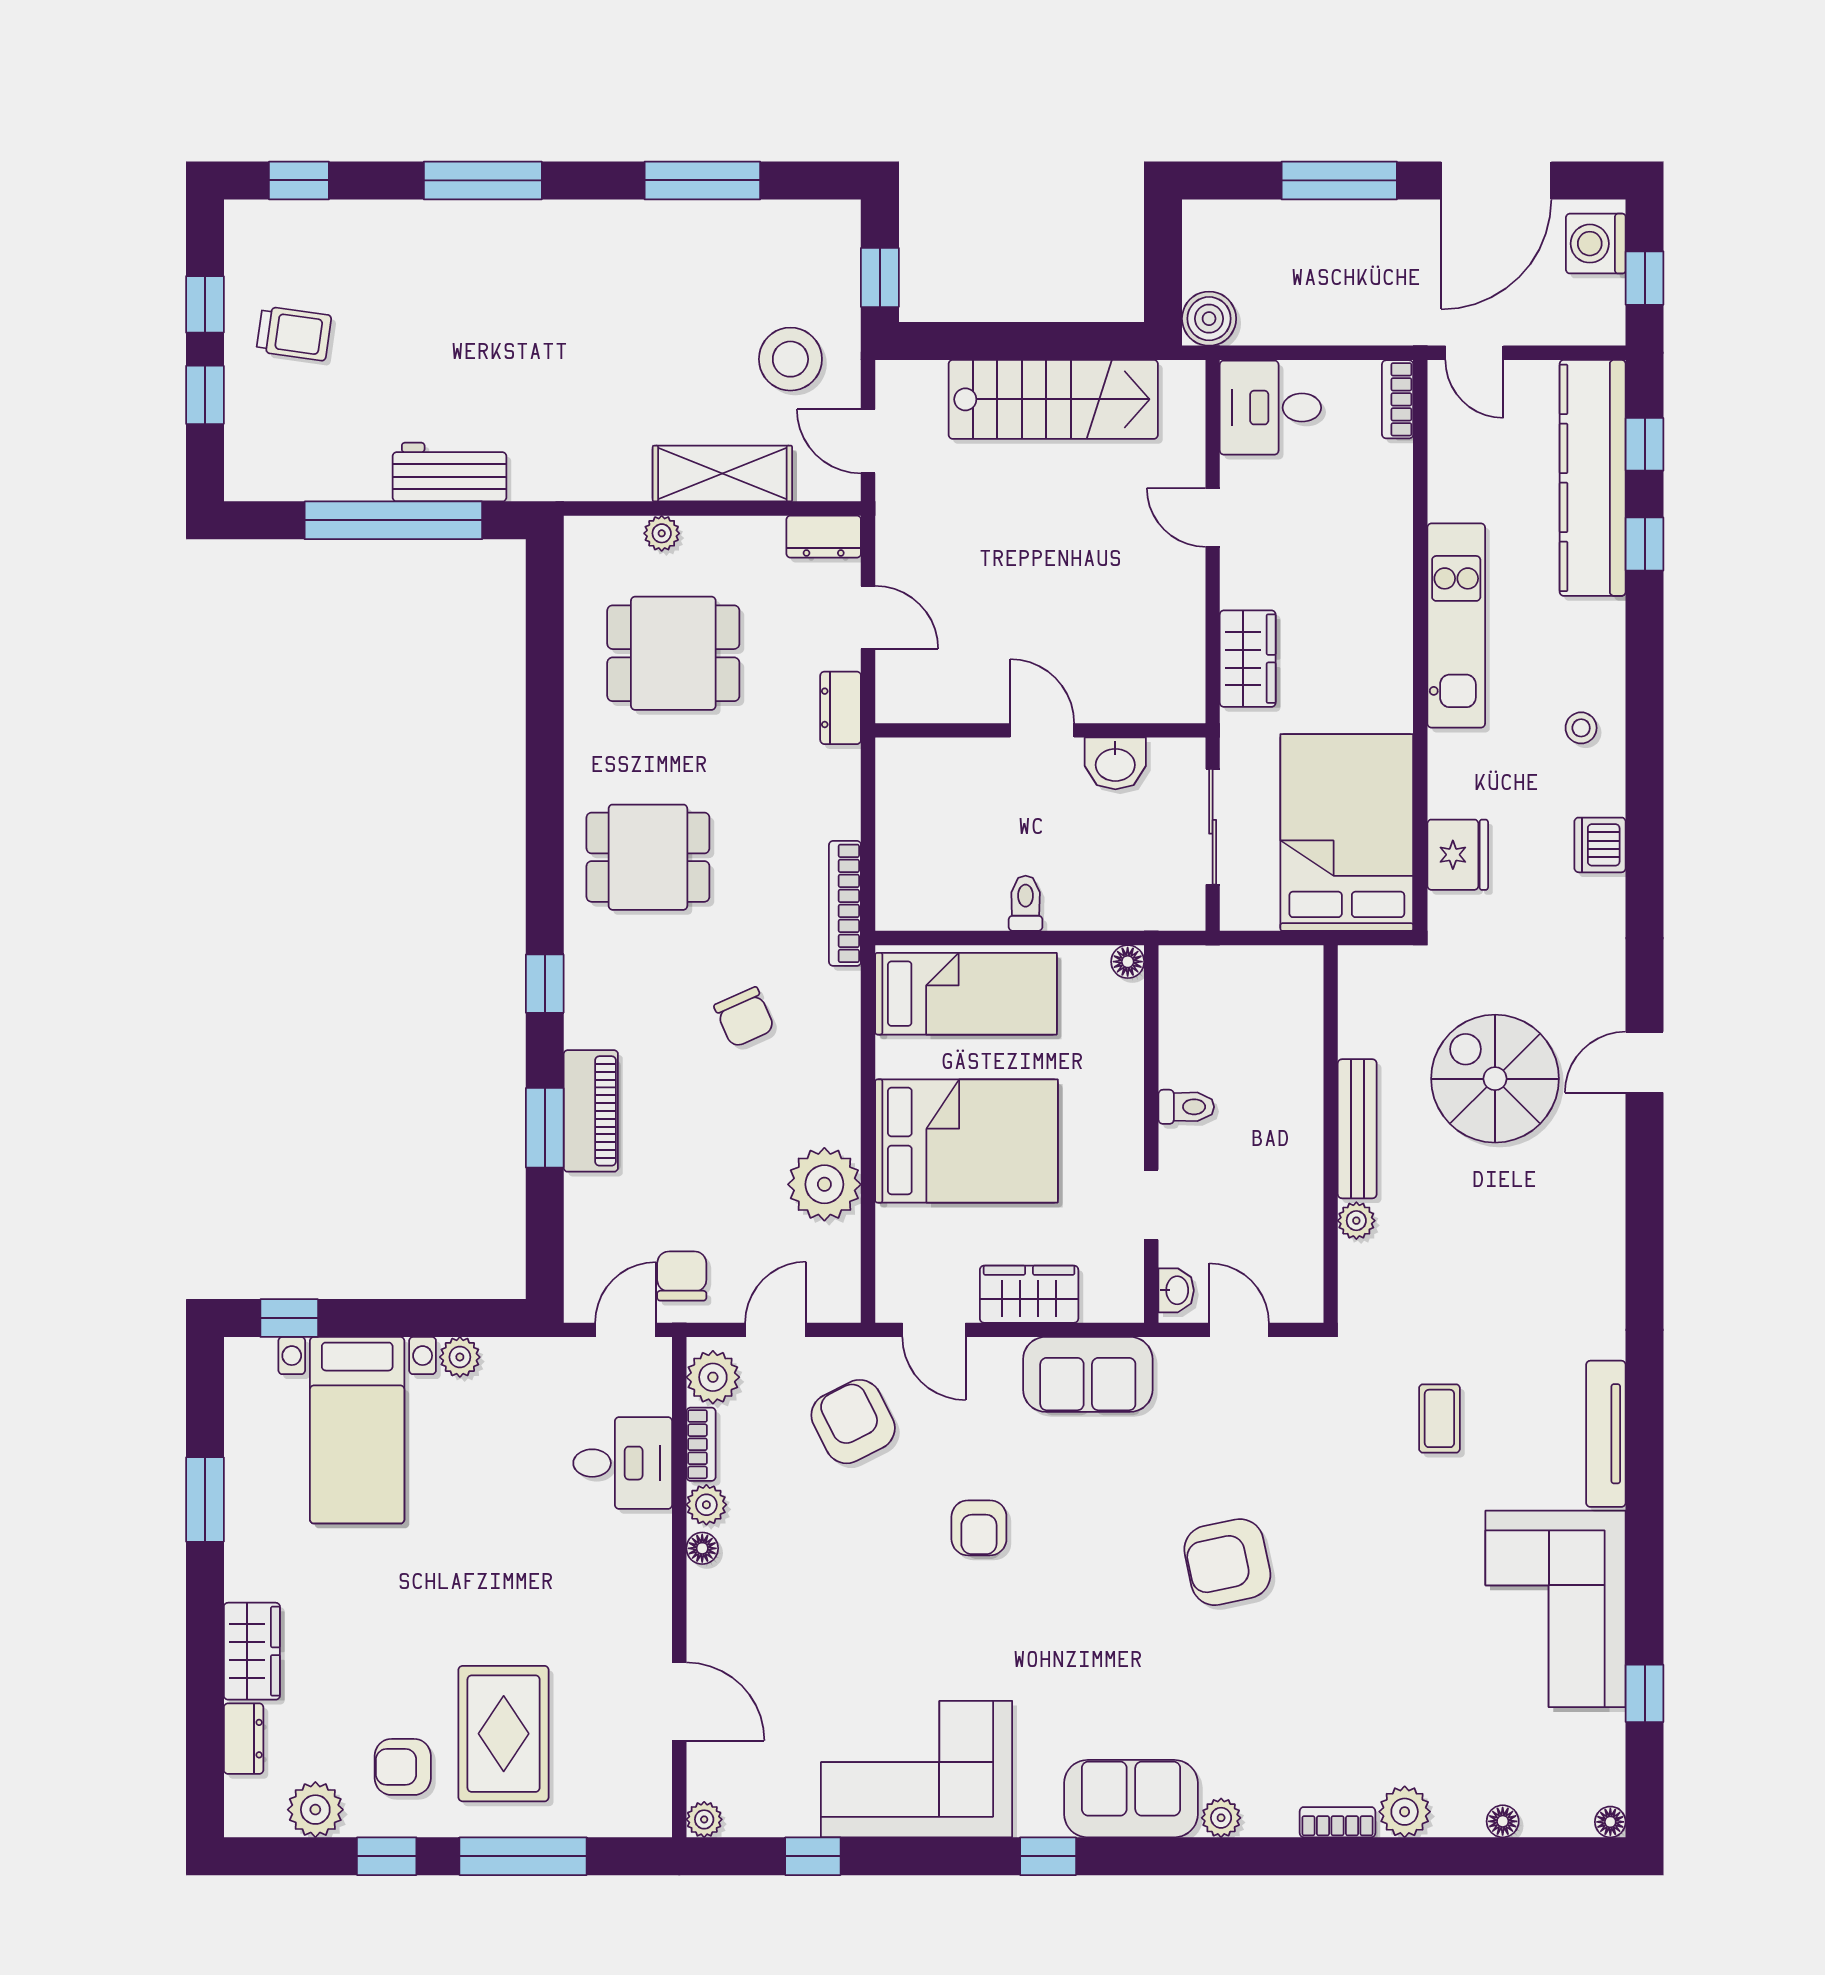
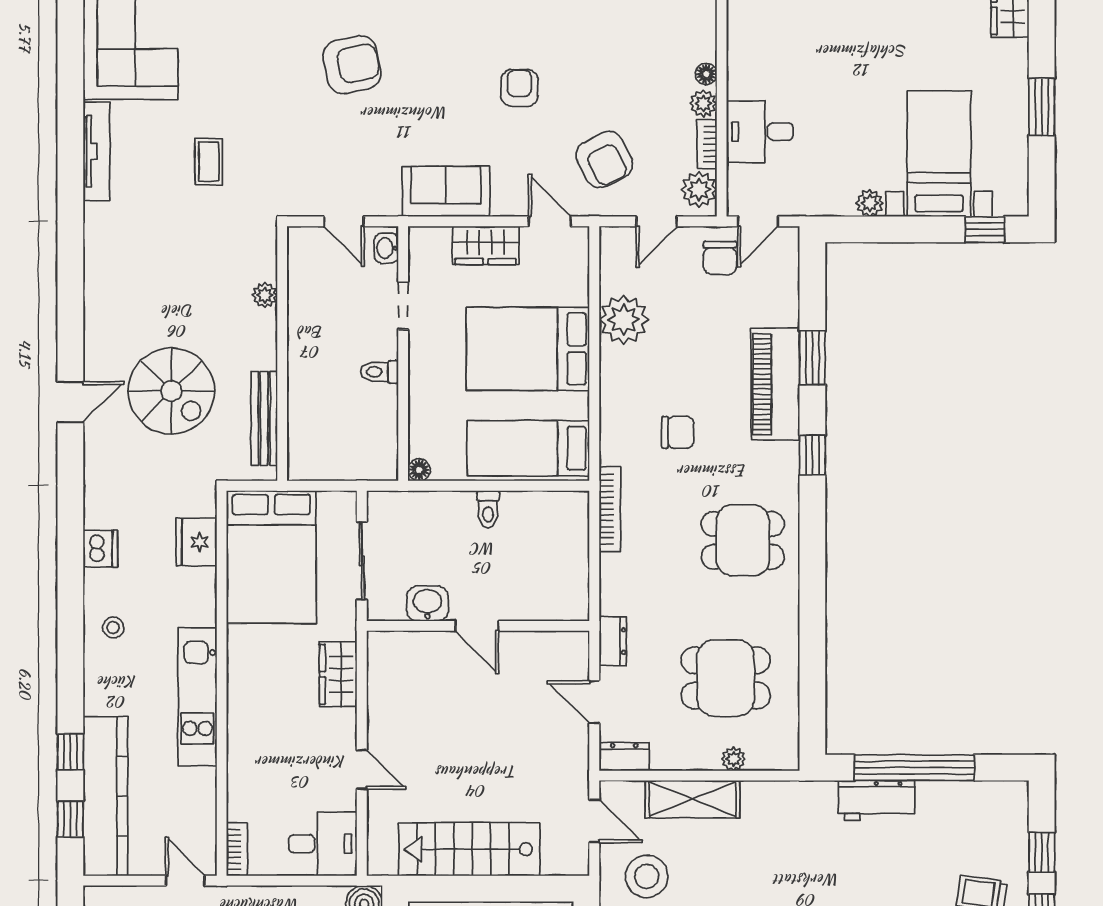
chair: (744, 1017) -> (678, 432), turned 114
piano: (591, 1111) -> (775, 384), width x1.37, depth x1.33
bench: (1357, 1129) -> (264, 418), moved

